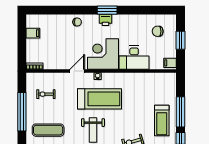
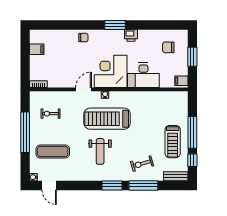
printer: (106, 20) -> (131, 35), moved
treadmill: (100, 99) -> (107, 119), turned 180

